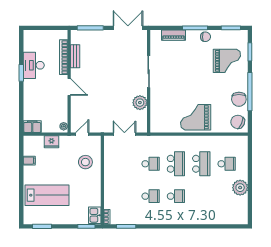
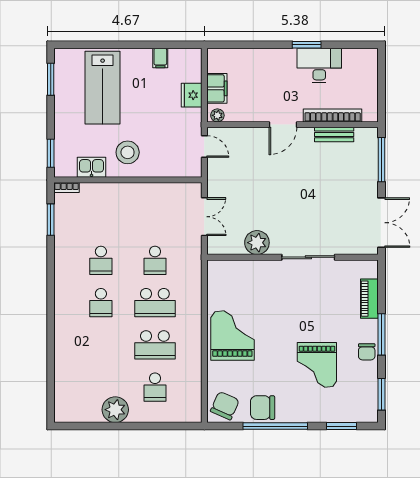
grand piano: (227, 61) -> (317, 365), moved
filing cabinet: (32, 127) -> (217, 88), moved
stool: (85, 162) -> (128, 152), moved
kitchen sink: (95, 215) -> (92, 167), moved

